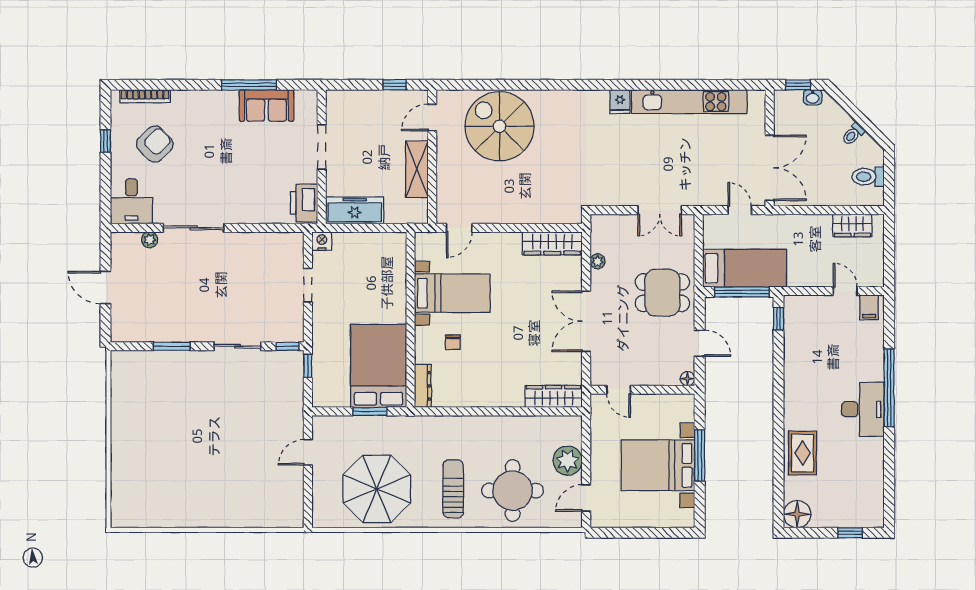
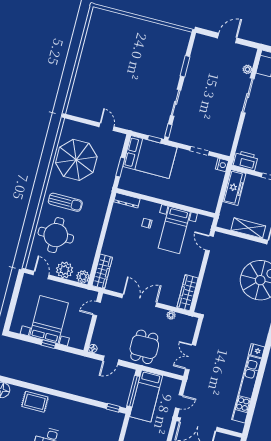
bed: (378, 366) -> (150, 157), moved
plant: (571, 427) -> (83, 277), added
window: (700, 455) -> (48, 344), width x0.46

